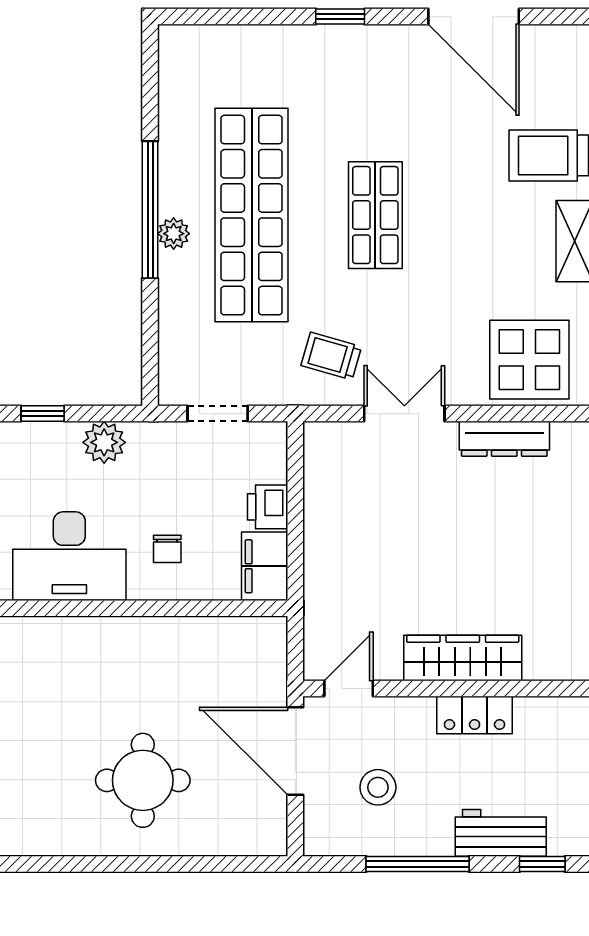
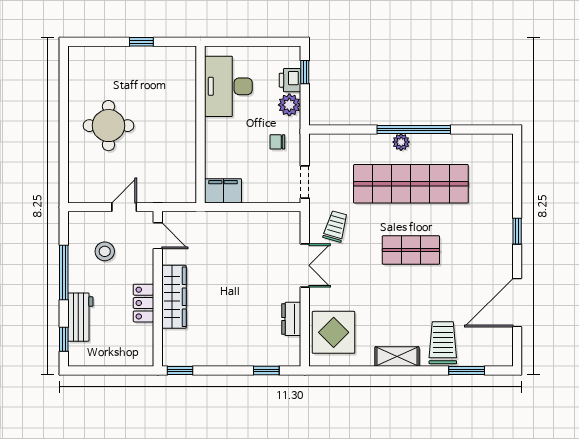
doorway: (218, 414) -> (305, 182), moved
dresser: (504, 439) -> (291, 319), width x0.70
printer: (268, 507) -> (290, 80), moved, turned -90
chair: (167, 549) -> (277, 142), moved
door: (295, 751) -> (124, 207), width x0.53

